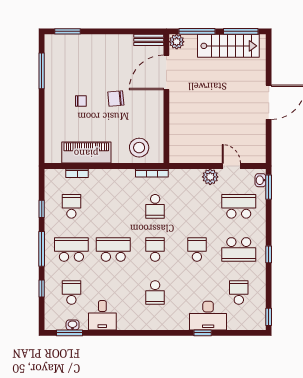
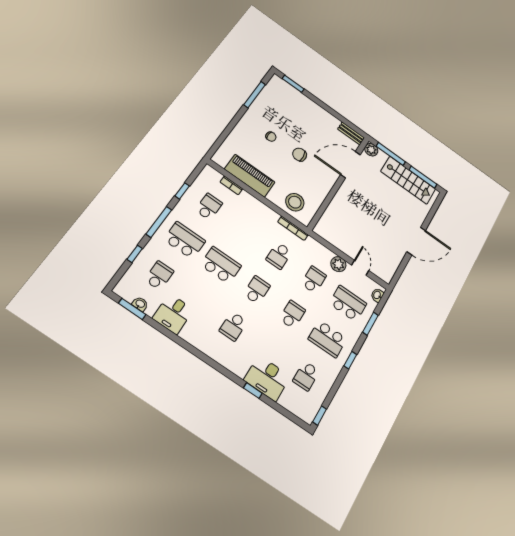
window: (269, 187) -> (370, 324), moved
school desk: (197, 206) -> (314, 280), added
school desk: (239, 292) -> (306, 376), turned 180

